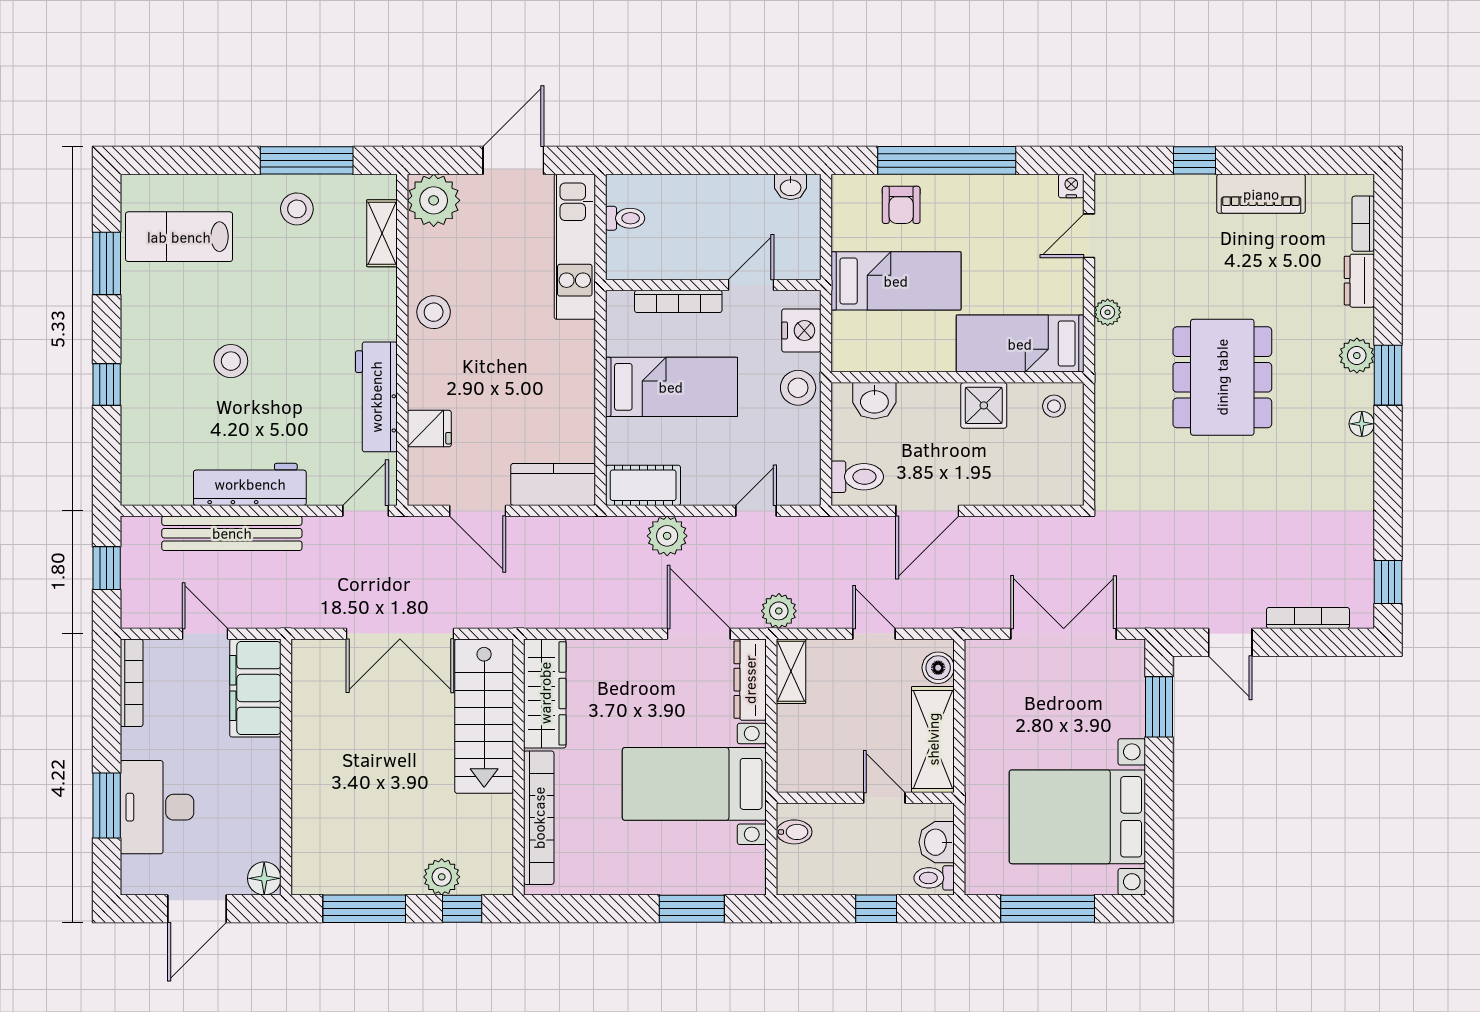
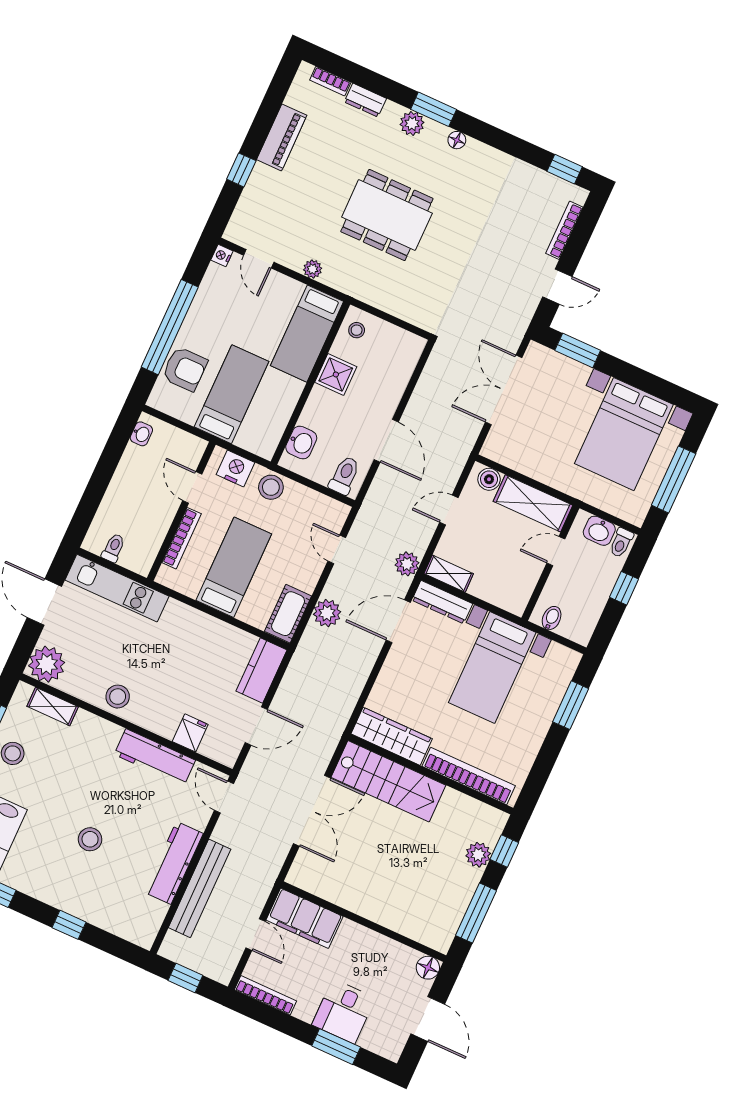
armchair: (901, 205) -> (185, 369), width x1.38, depth x1.38
door: (205, 634) -> (255, 935), swing flipped
desk: (157, 807) -> (344, 1011), width x0.73

